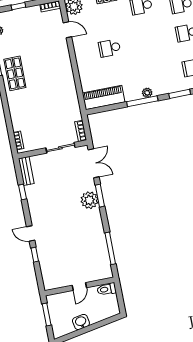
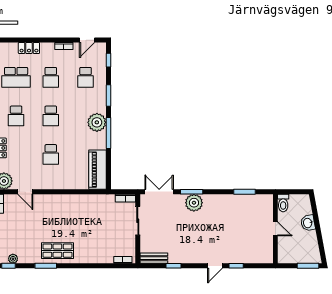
door: (67, 30) -> (25, 192), swing flipped
school desk: (148, 40) -> (51, 116), added
plant: (147, 93) -> (97, 122), width x1.87, depth x1.87
window: (110, 248) -> (244, 192), width x0.69
window: (47, 315) -> (308, 266), moved
washbasin: (81, 322) -> (308, 223), moved

